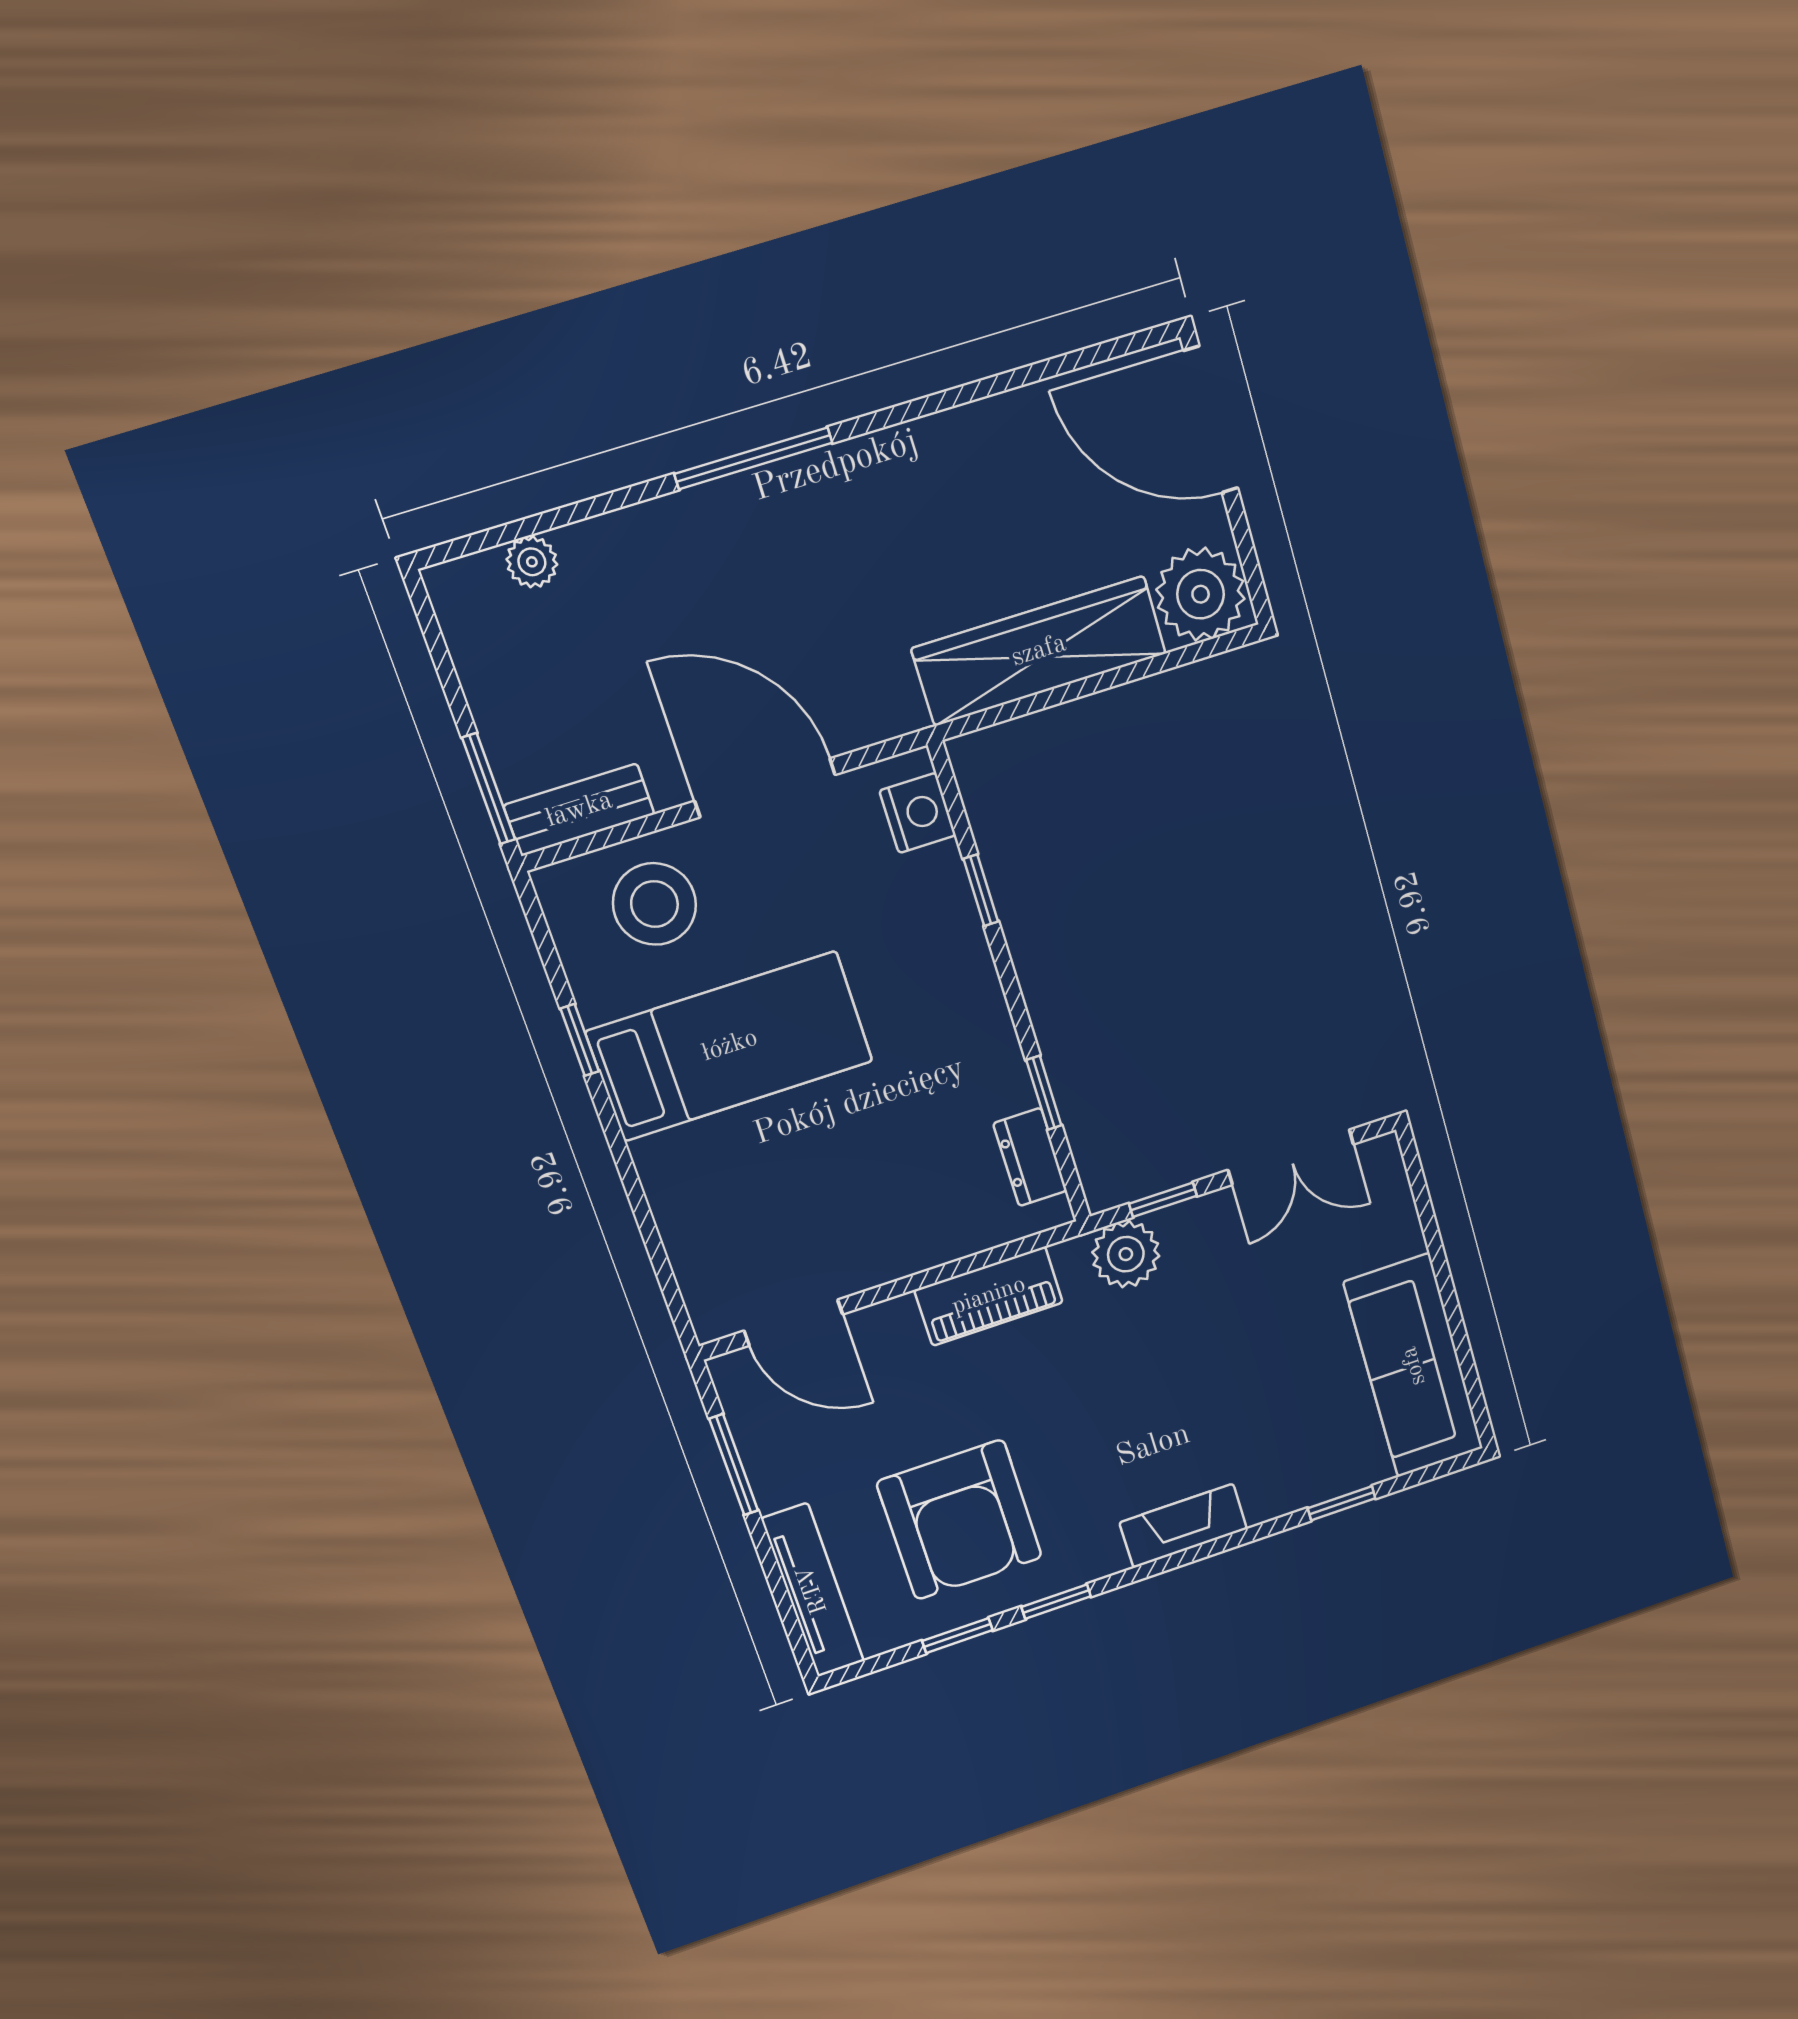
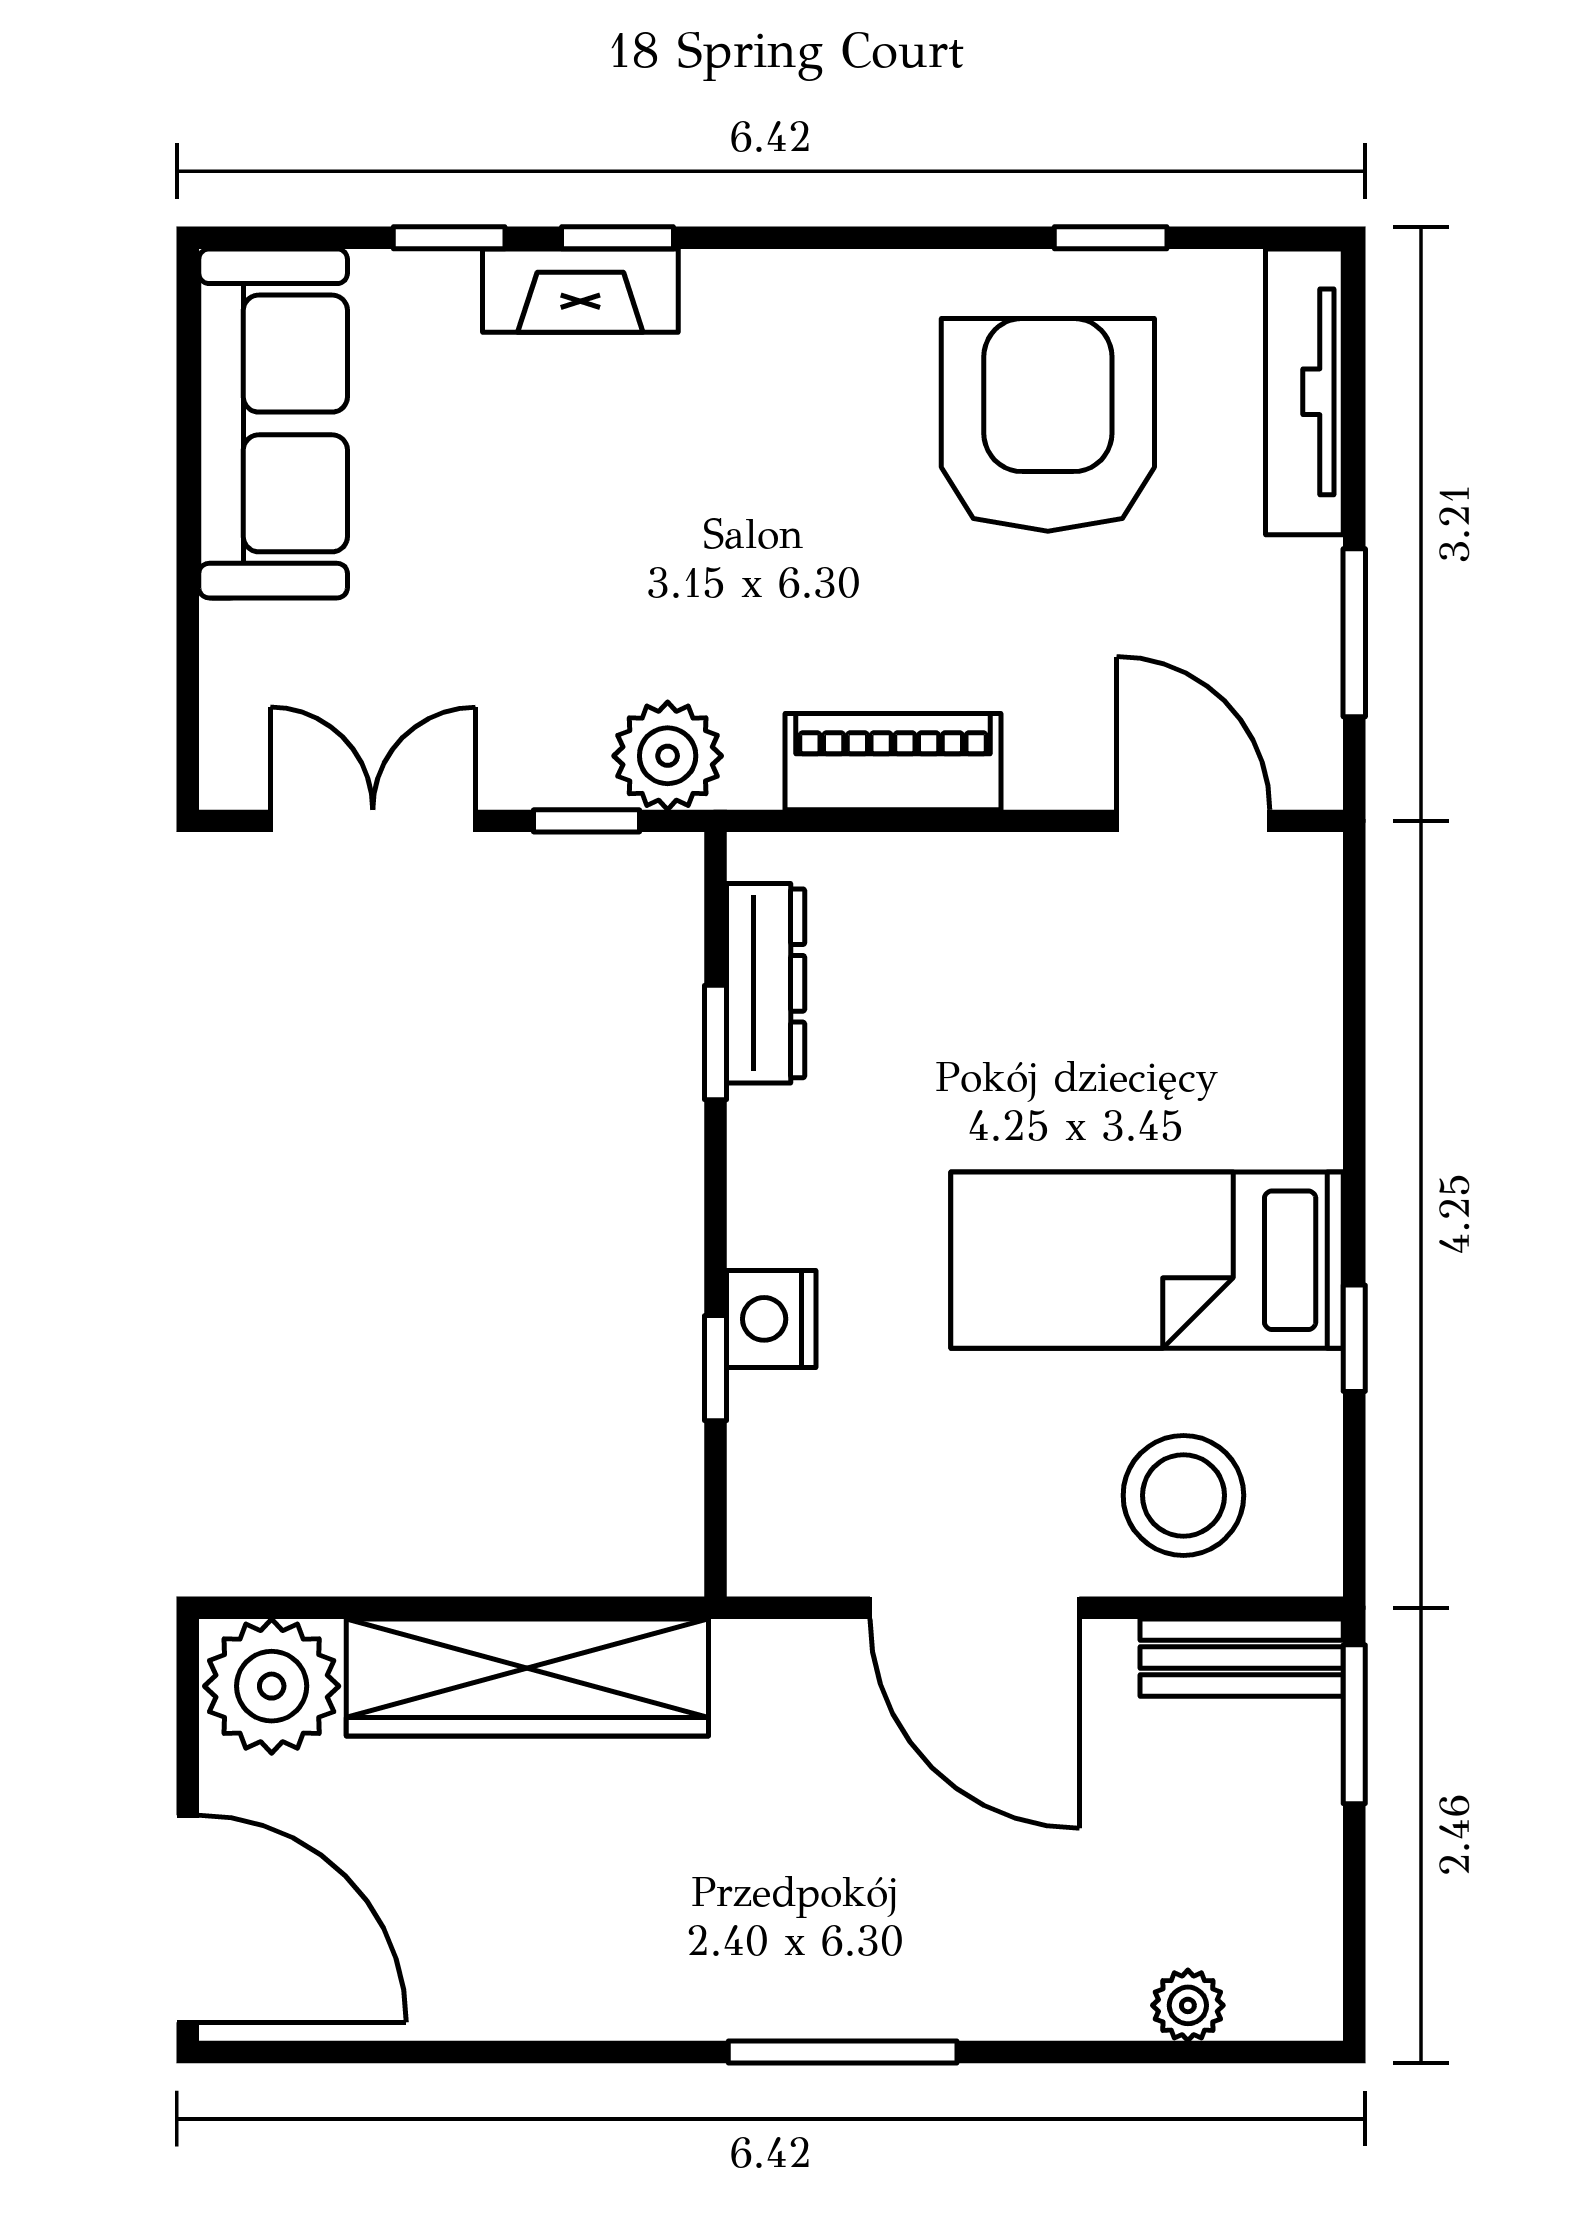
nightstand: (918, 813) -> (771, 1319), moved
dresser: (1030, 1157) -> (766, 983), width x1.44
fireplace: (1183, 1526) -> (580, 291), moved
window: (1056, 1602) -> (617, 238), moved

